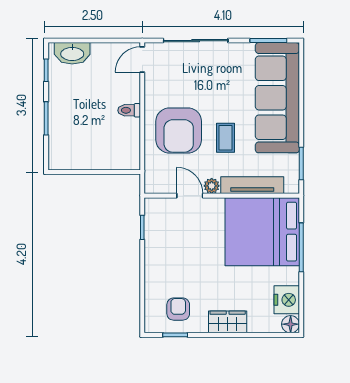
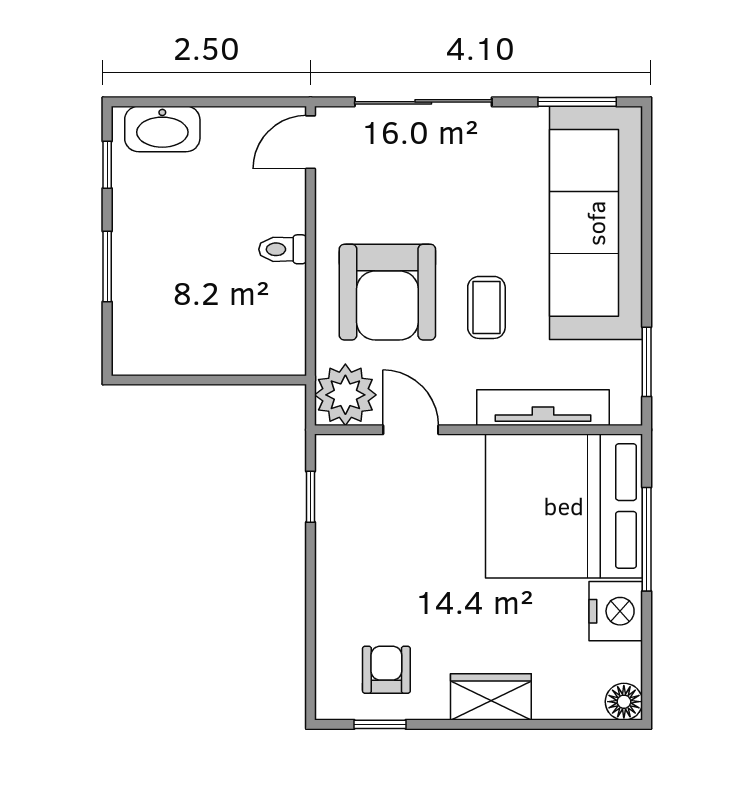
plant: (212, 186) -> (345, 395), moved, width x1.87, depth x1.87
nightstand: (287, 300) -> (616, 611), moved

